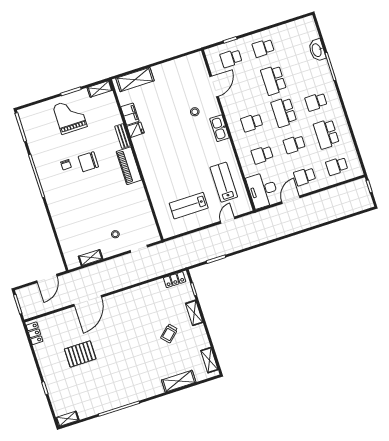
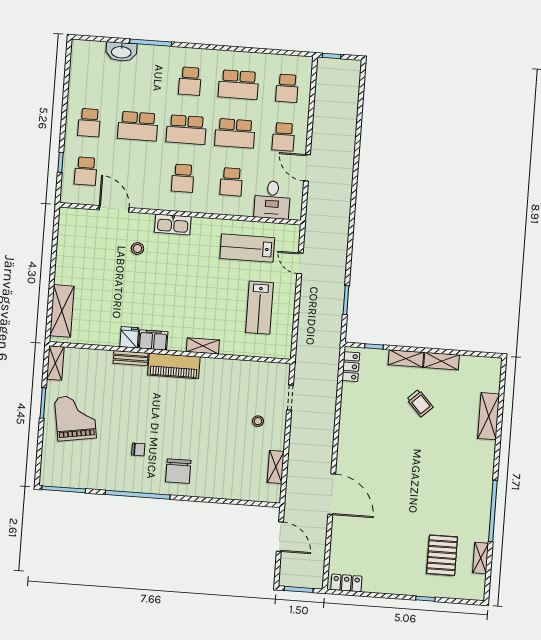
filing cabinet: (130, 114) -> (153, 340), moved
grand piano: (70, 116) -> (75, 418), turned 81
school desk: (294, 144) -> (235, 133), width x1.85
chair: (88, 162) -> (178, 471), moved
shelving: (149, 179) -> (203, 346), added
desk: (263, 190) -> (272, 200), width x0.73
pallet: (80, 354) -> (442, 555), moved
shelving: (209, 360) -> (442, 361), moved
shelving: (67, 419) -> (481, 558), moved

